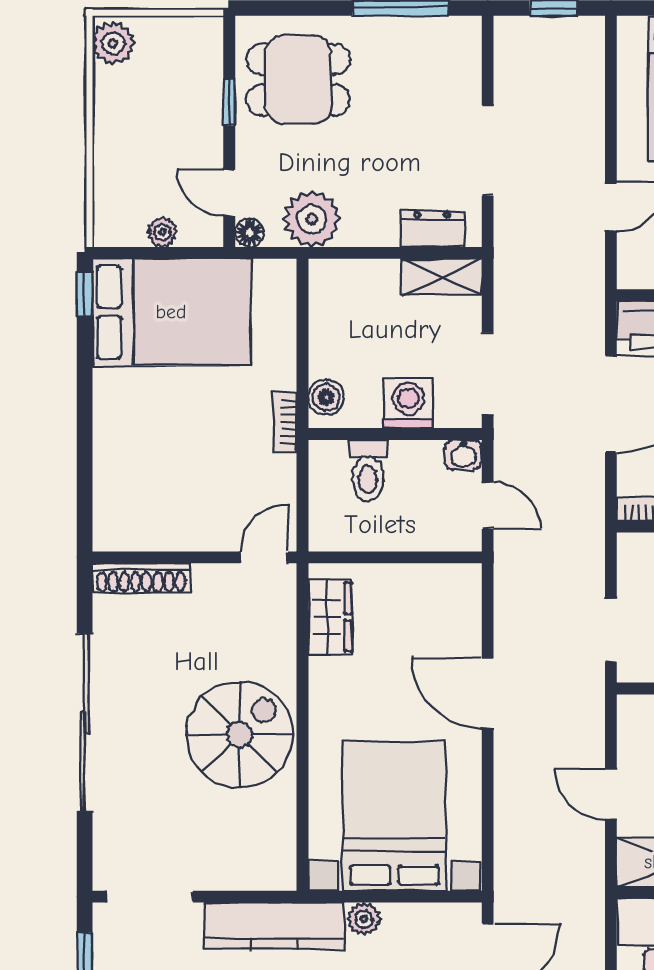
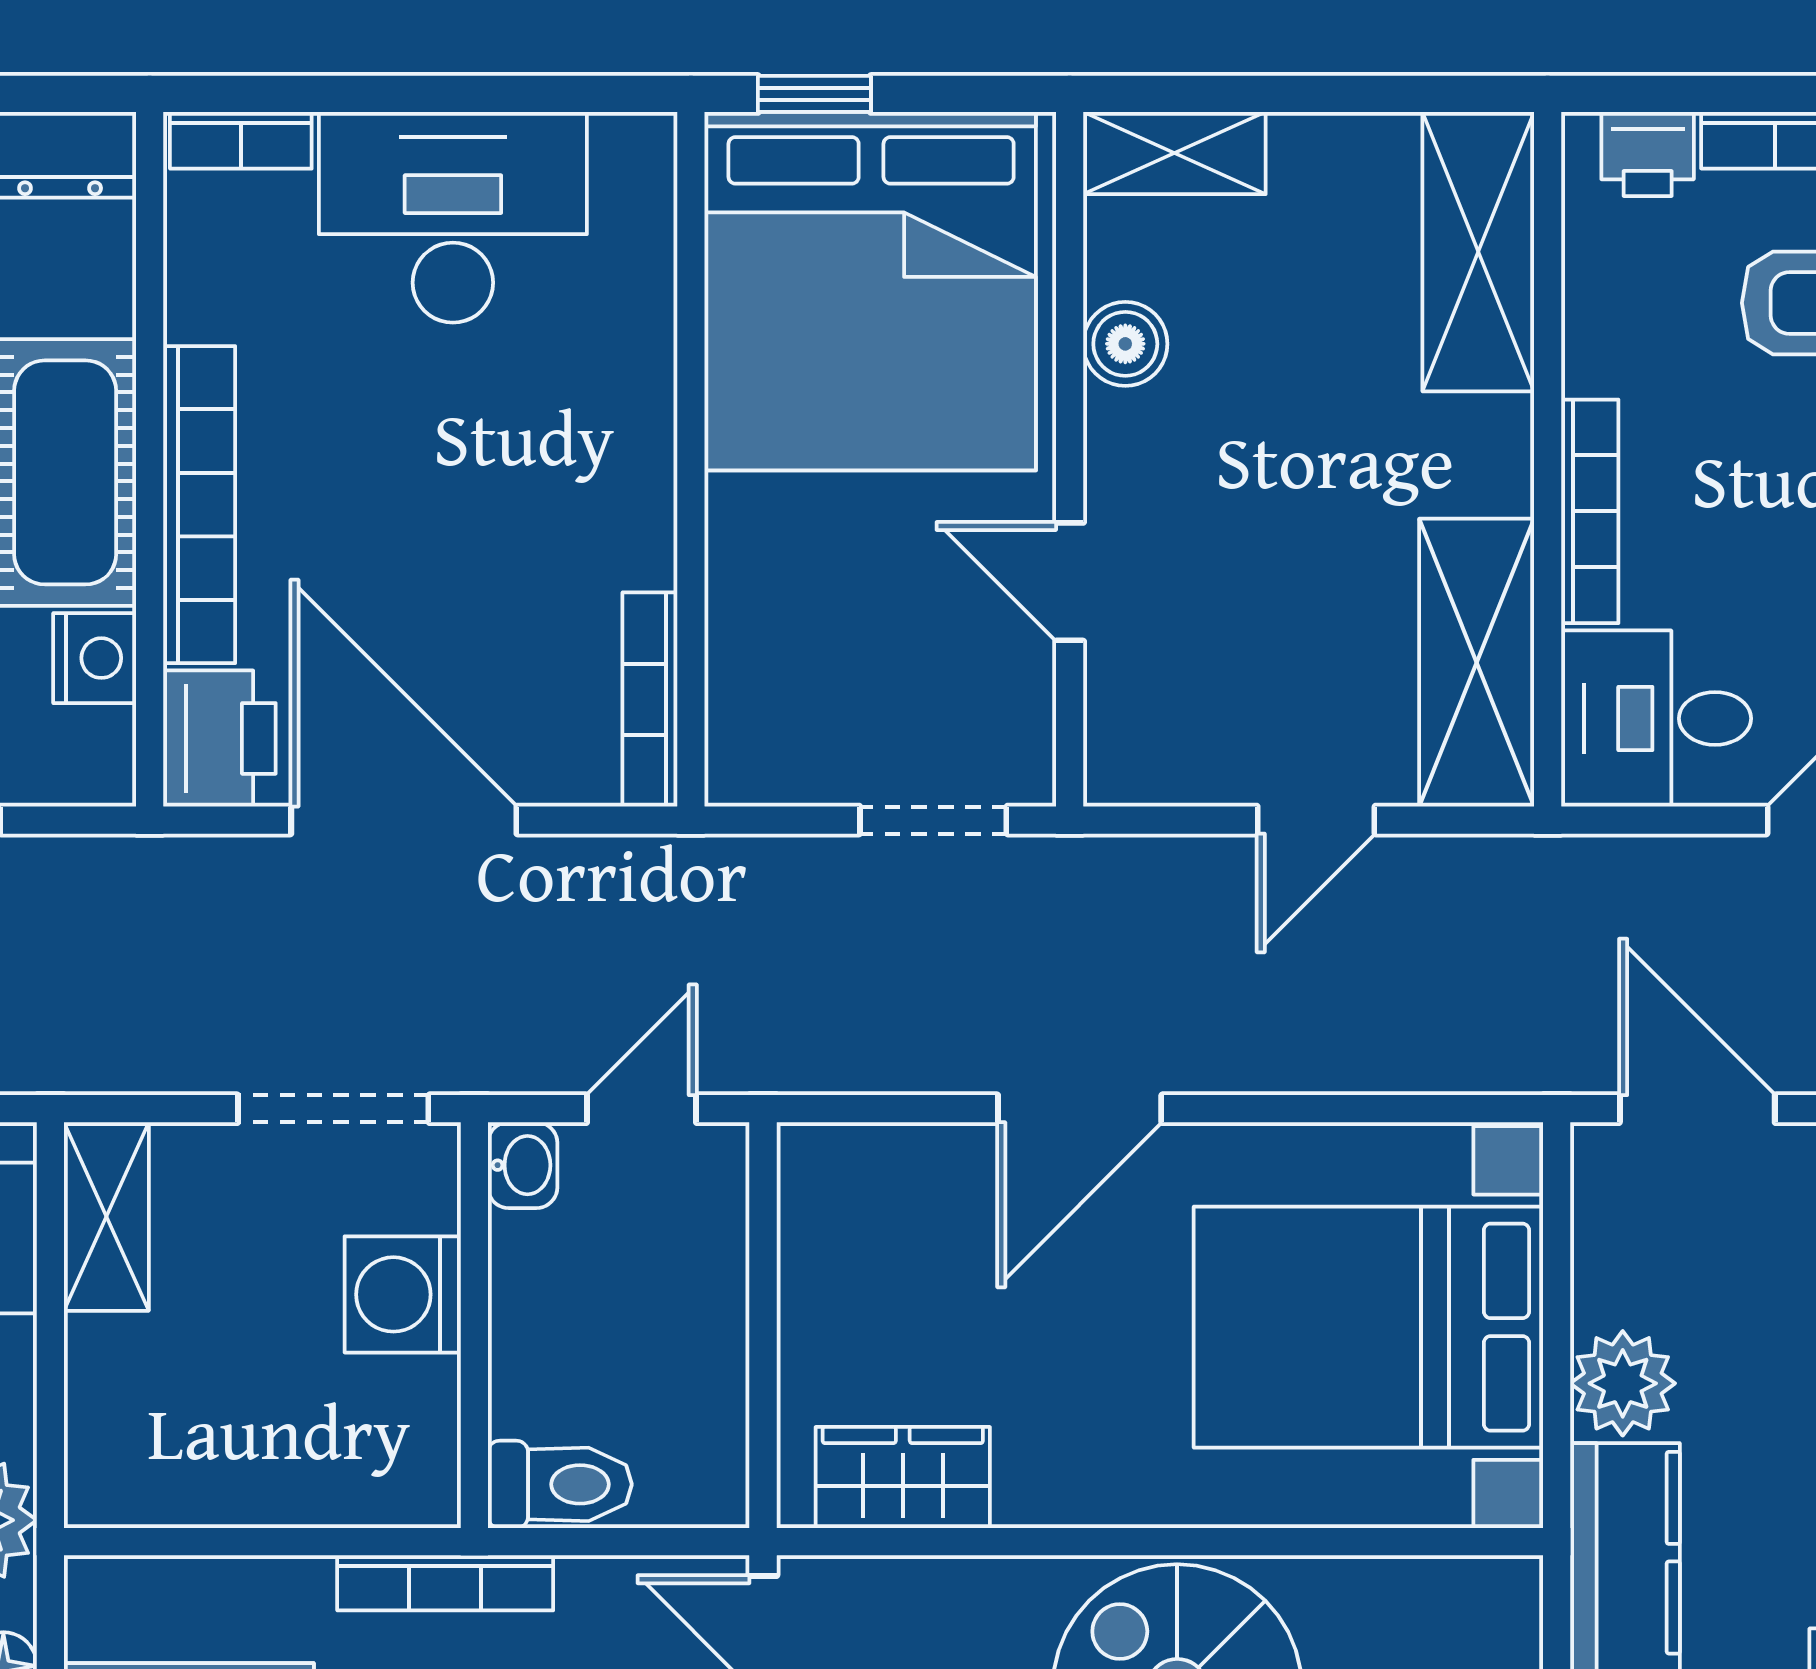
boiler: (326, 397) -> (388, 1486), removed
bookcase: (285, 422) -> (445, 1583), width x1.56
toilet: (368, 471) -> (560, 1484), moved
plant: (364, 919) -> (1623, 1383), width x1.38, depth x1.38

